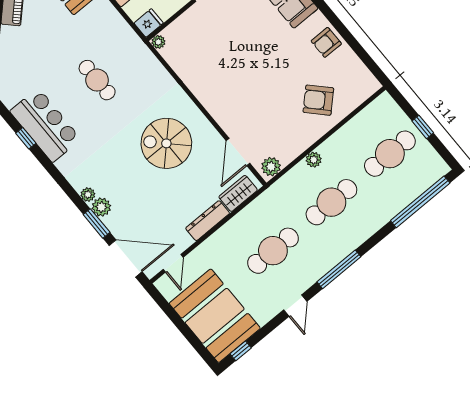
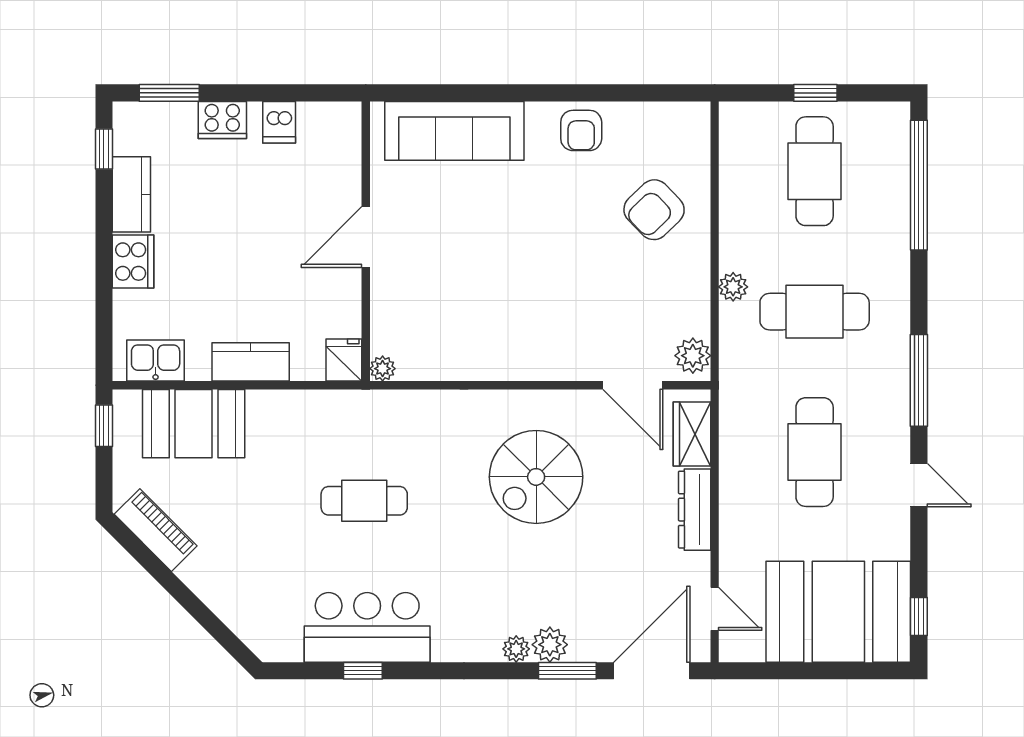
cafe table: (331, 202) -> (815, 312), turned 90

